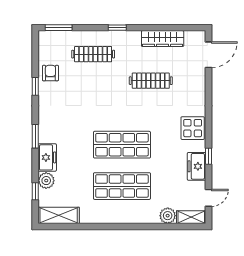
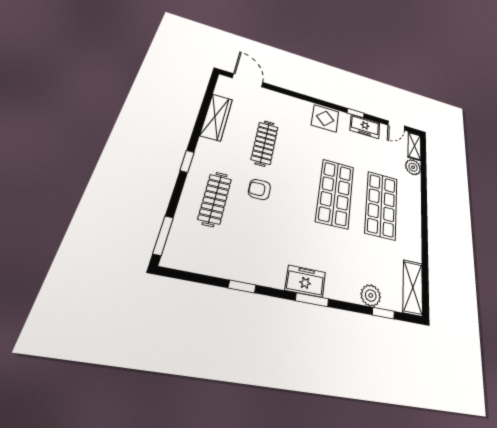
armchair: (50, 73) -> (259, 189), moved
freezer: (47, 157) -> (305, 281), moved
door: (209, 198) -> (396, 125), swing flipped

